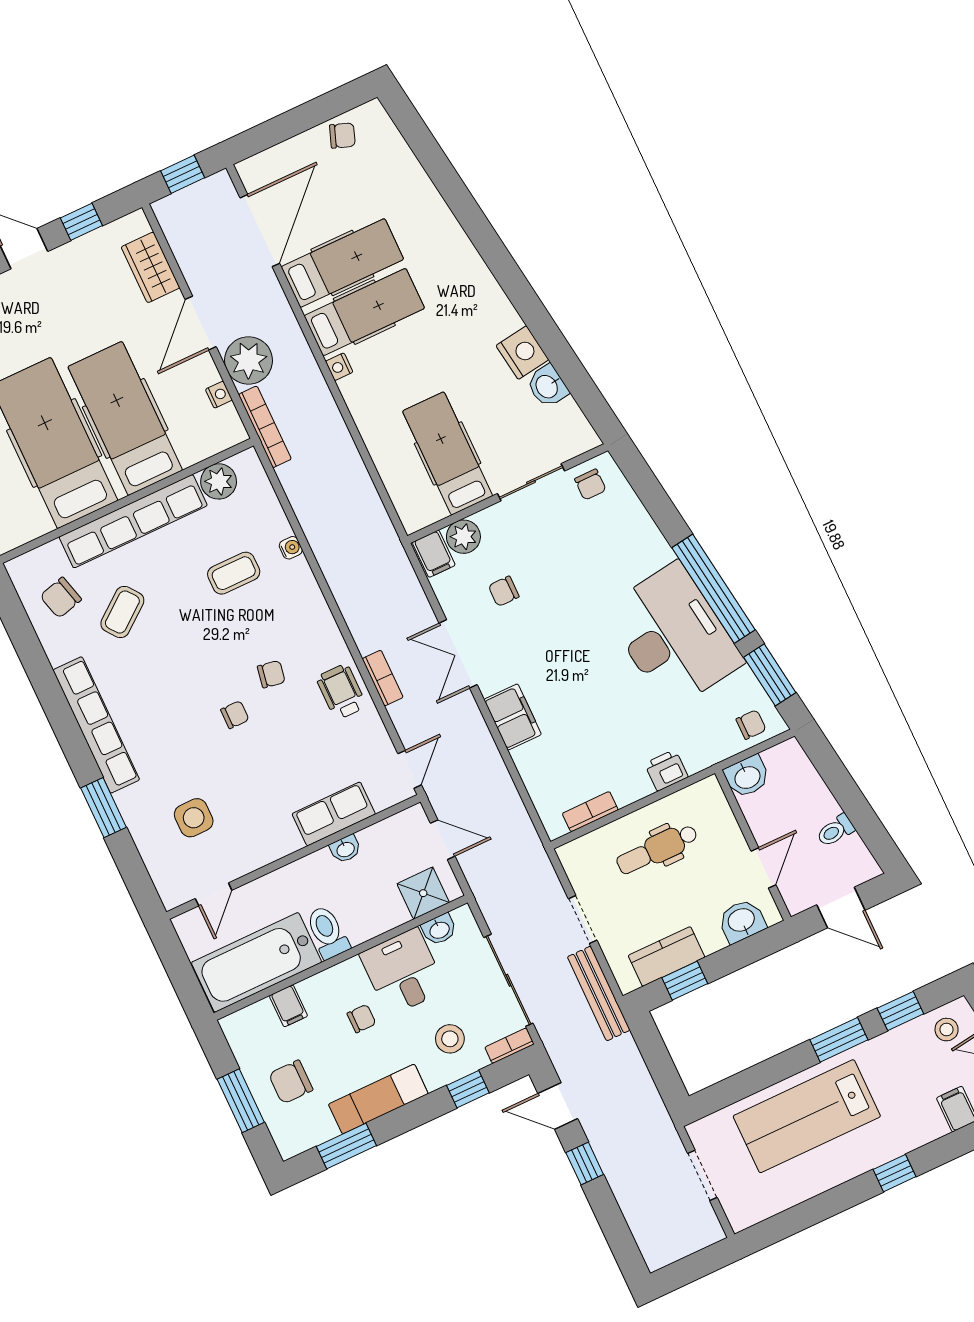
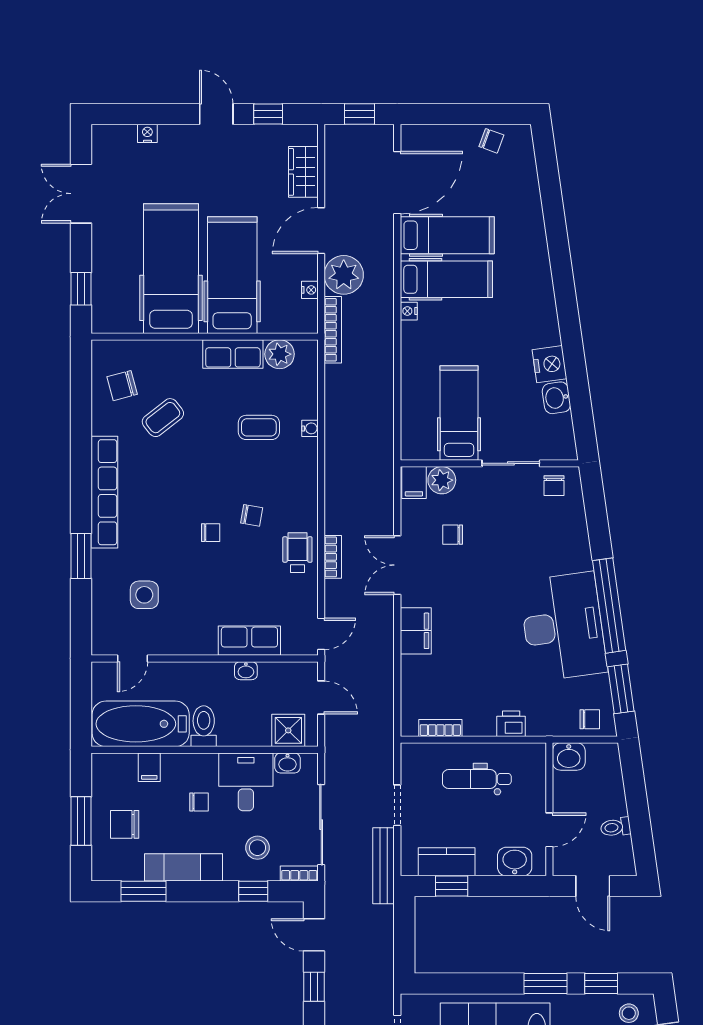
row of seats: (133, 521) -> (233, 354), width x0.50

